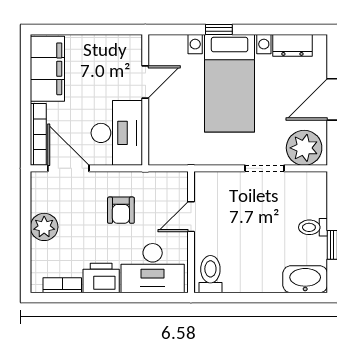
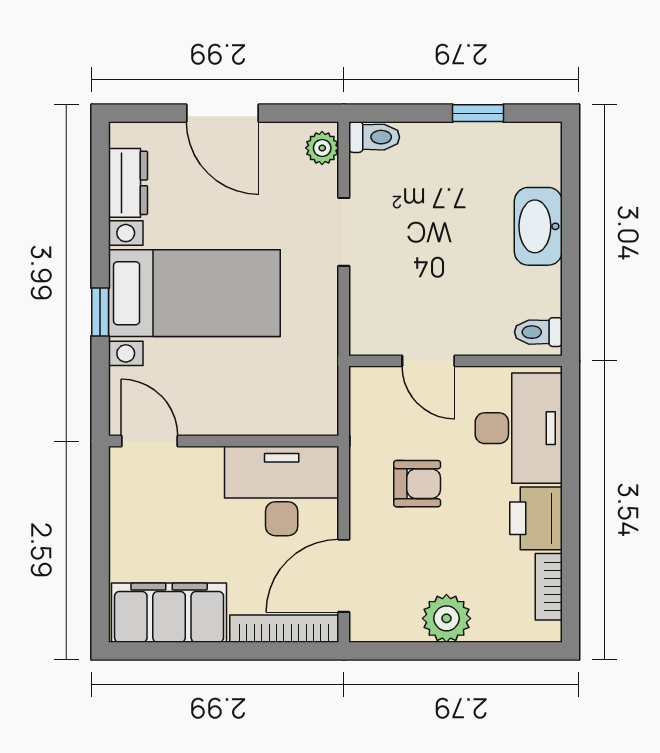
door: (145, 82) -> (150, 441), moved
plant: (304, 148) -> (322, 148), width x0.53, depth x0.53
toilet: (313, 227) -> (374, 137), moved, turned -90
toilet: (210, 274) -> (538, 332), width x0.73, depth x0.72
washbasin: (305, 279) -> (538, 226), moved

